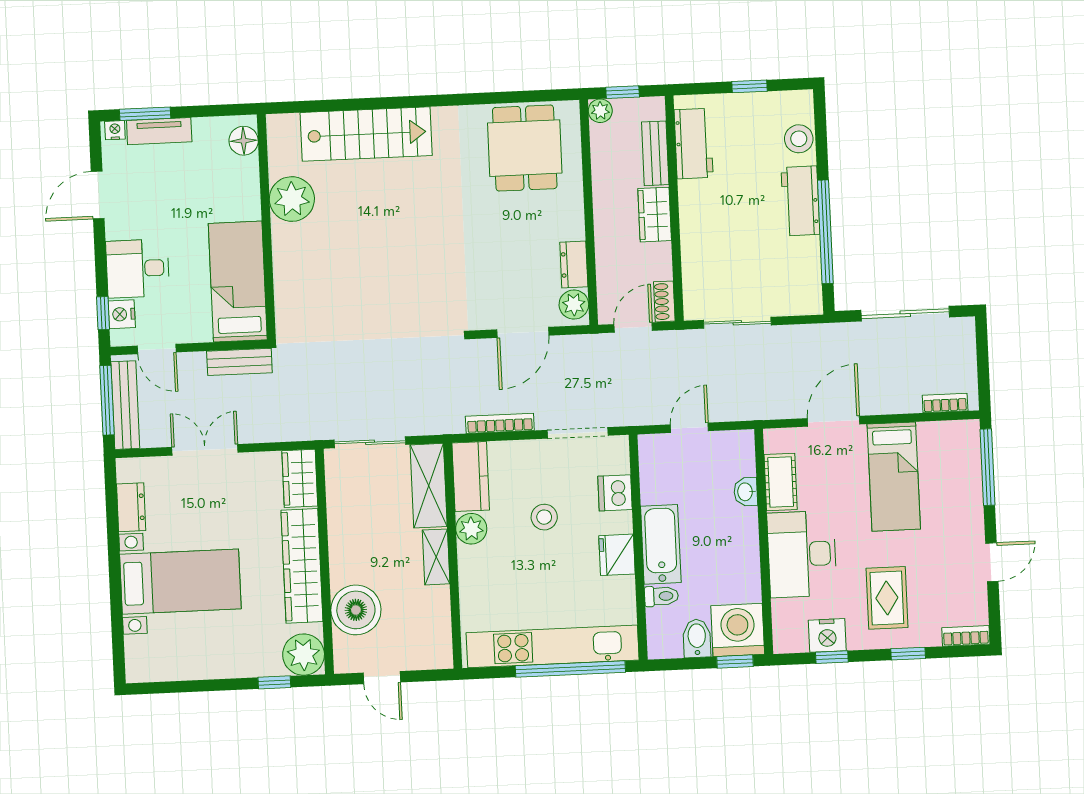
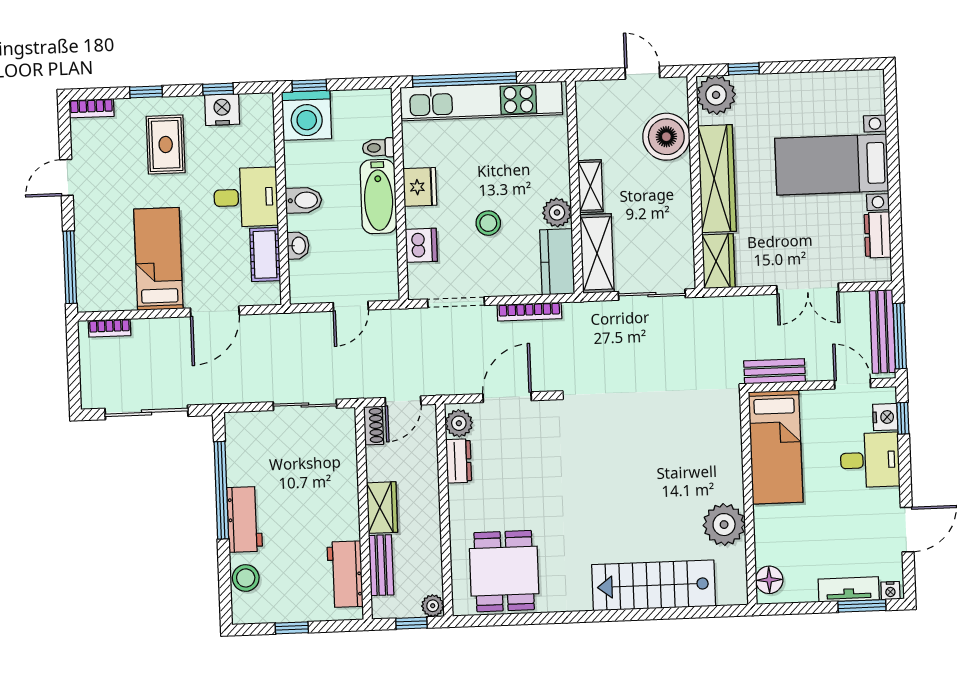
desk: (802, 554) -> (246, 197), width x0.73
bidet: (697, 638) -> (304, 200), moved, turned -90

